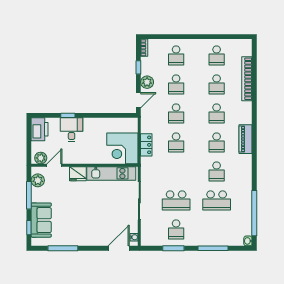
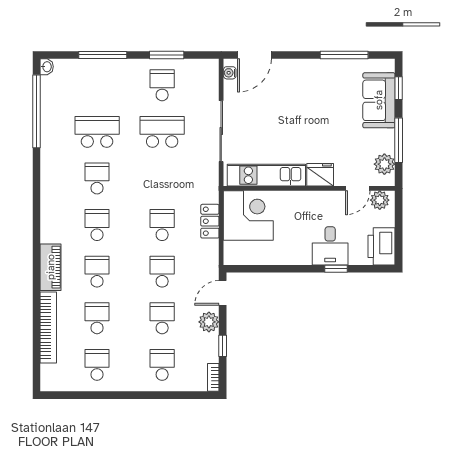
piano: (246, 139) -> (51, 267), moved

